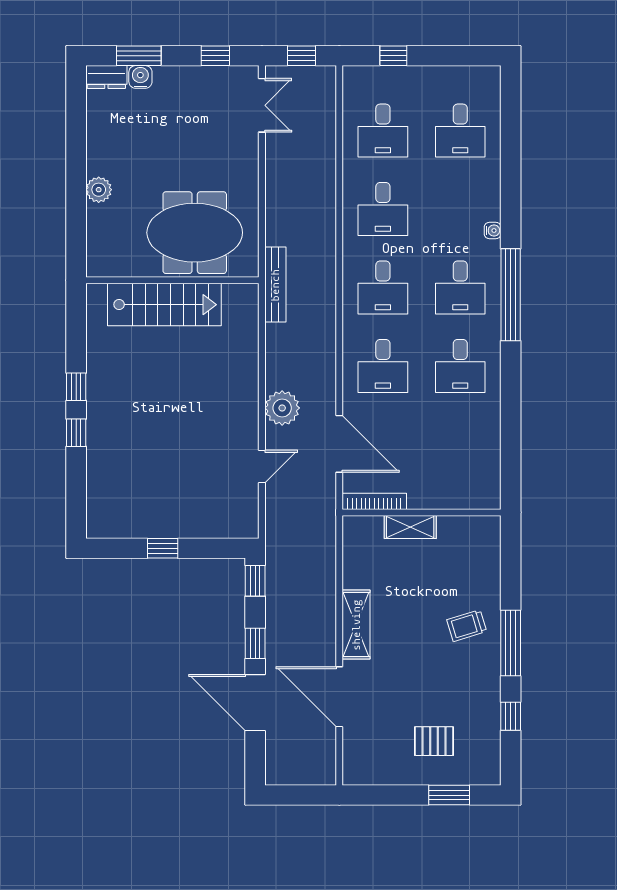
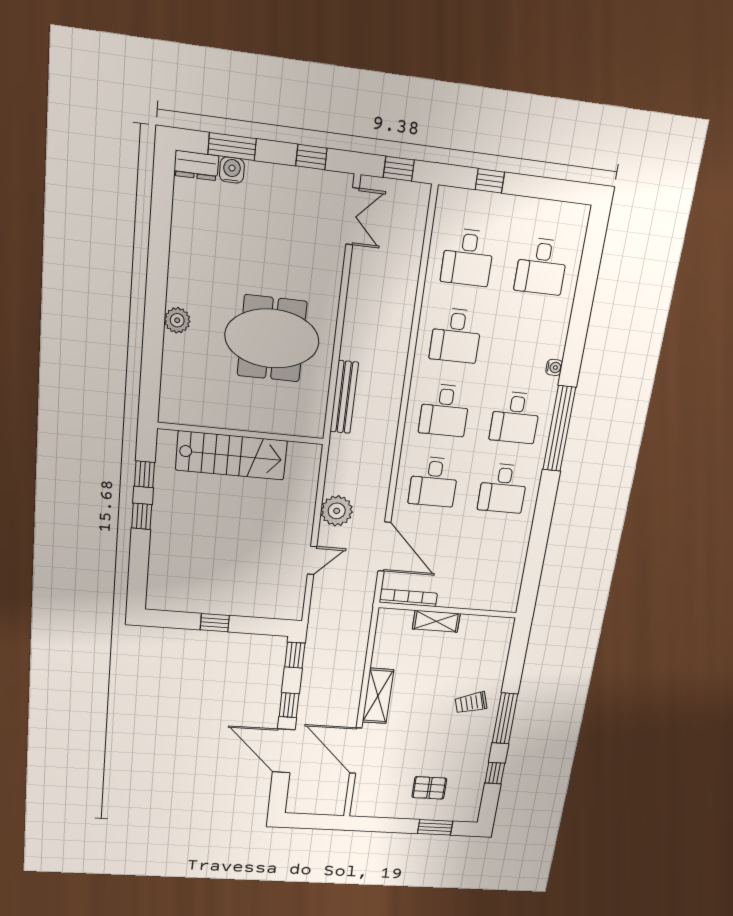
plant: (99, 190) -> (177, 320), moved
wall: (172, 280) -> (241, 433), moved
stairs: (164, 305) -> (231, 455), moved

